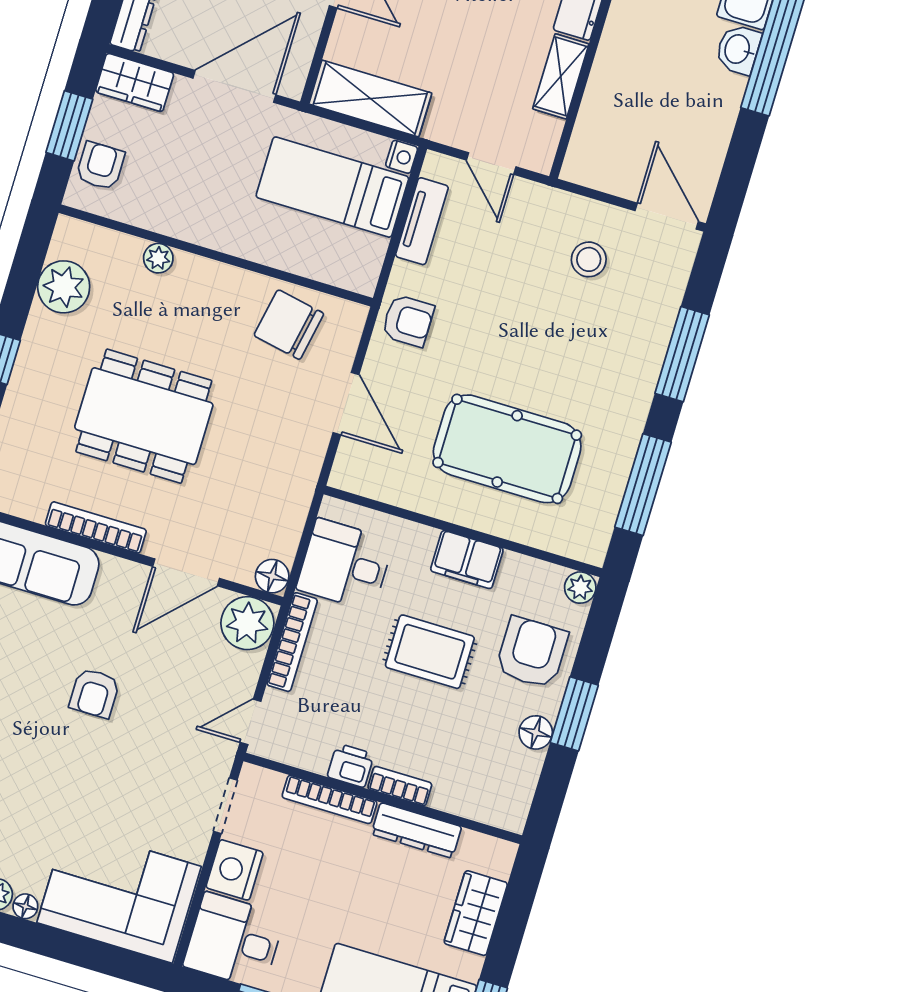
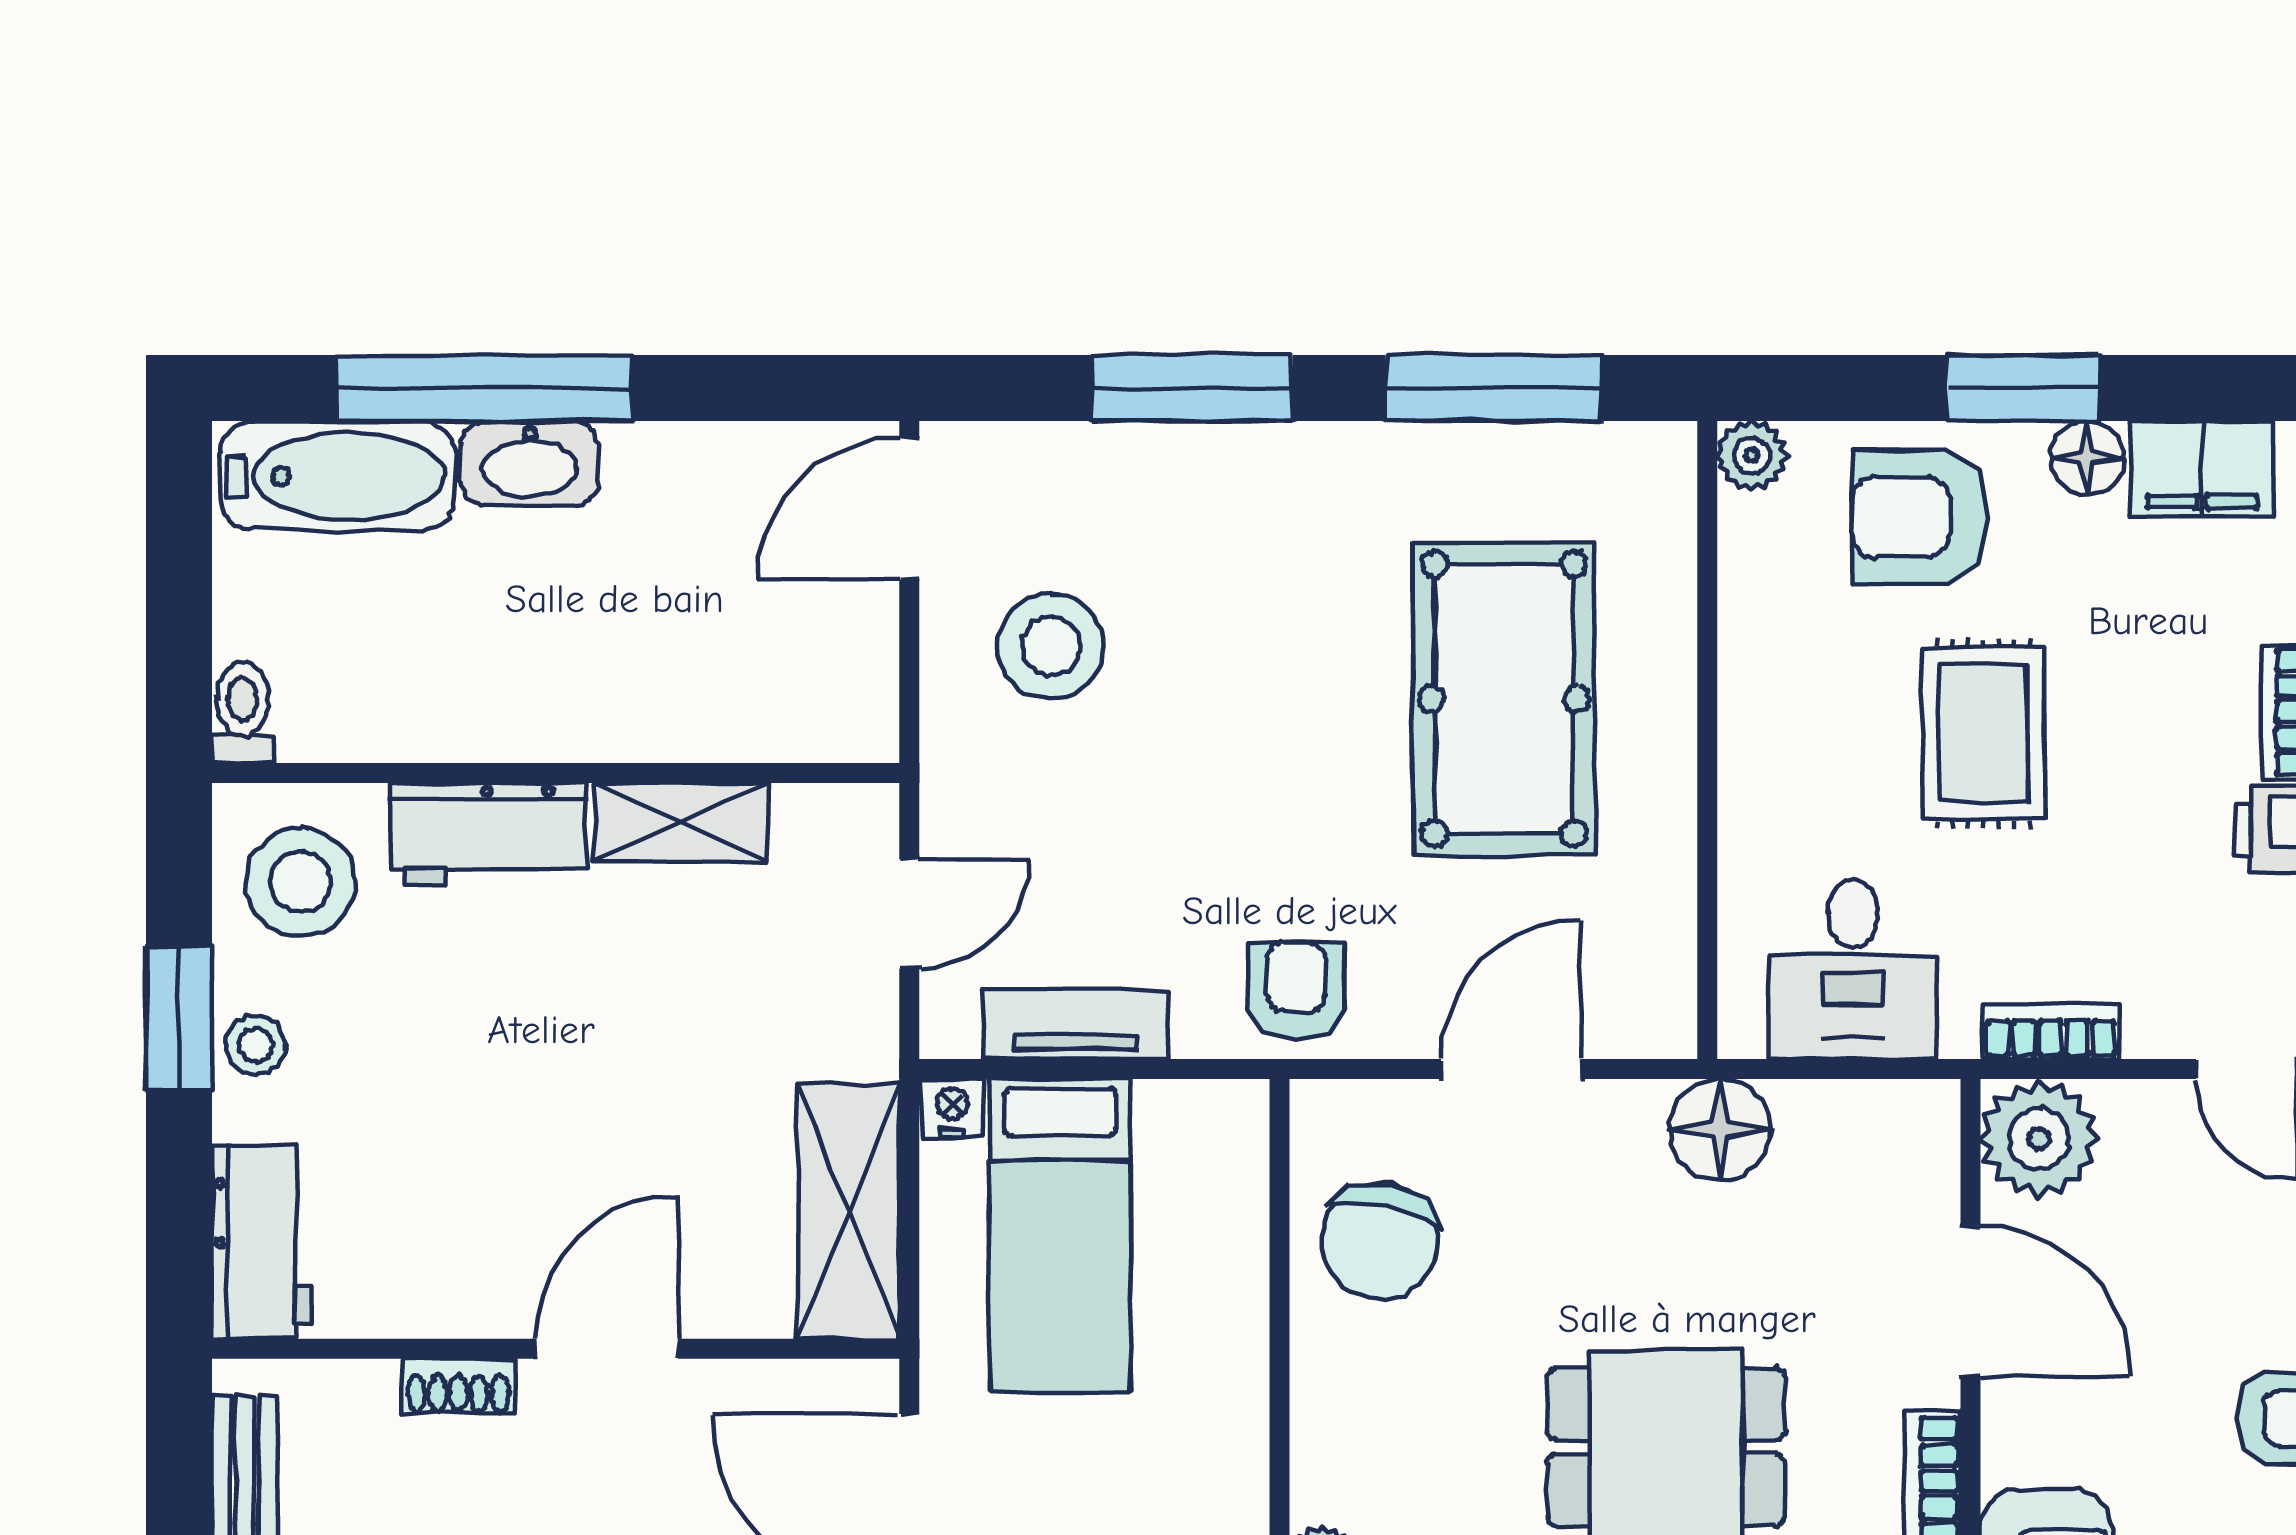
washbasin: (738, 49) -> (530, 463), width x1.38
stool: (589, 259) -> (1051, 646), width x1.38, depth x1.38
filing cabinet: (467, 560) -> (2202, 468), moved, turned 90
floor lamp: (272, 576) -> (1720, 1130), moved, width x1.38, depth x1.38
bookcase: (292, 642) -> (2050, 1032), width x0.64

